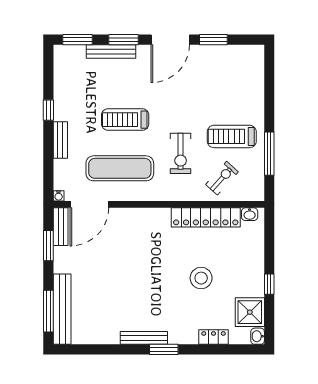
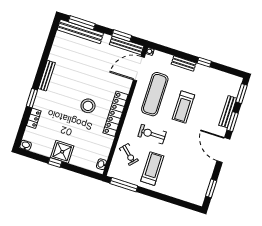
window: (213, 40) -> (211, 188), moved
treadmill: (125, 120) -> (183, 107), turned 180
window: (269, 154) -> (124, 185), moved
door: (89, 204) -> (139, 69), hinge flipped
locker: (206, 217) -> (115, 114), moved
bench: (61, 227) -> (127, 45), width x1.36
stool: (201, 278) -> (88, 106), moved
shower: (250, 312) -> (62, 152), moved
window: (164, 349) -> (32, 98), moved

